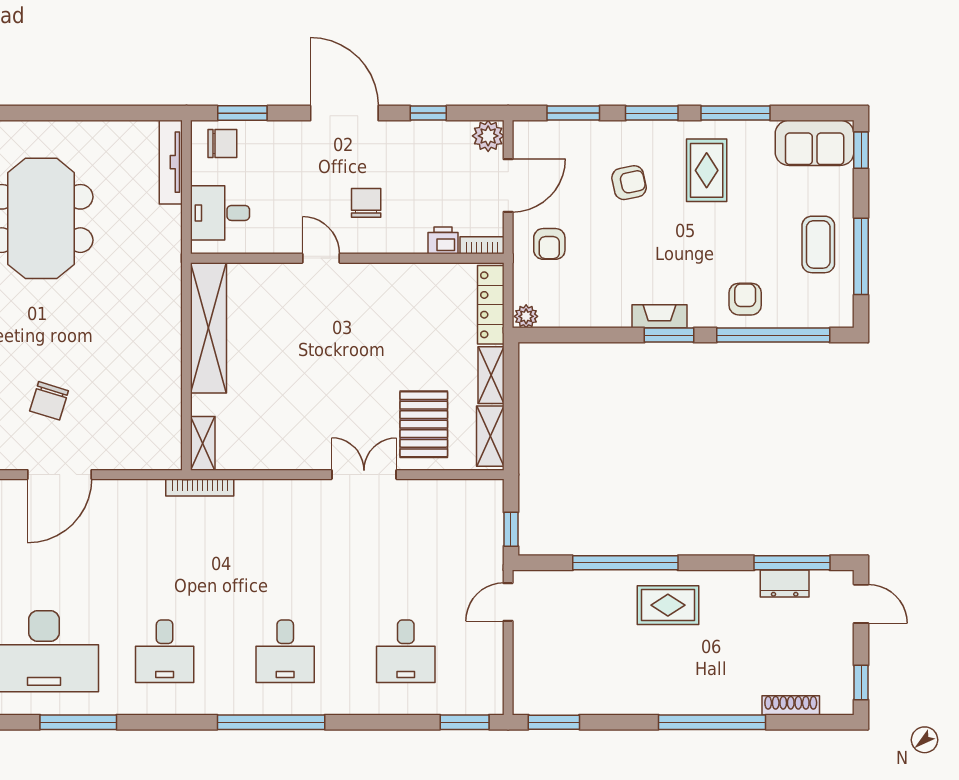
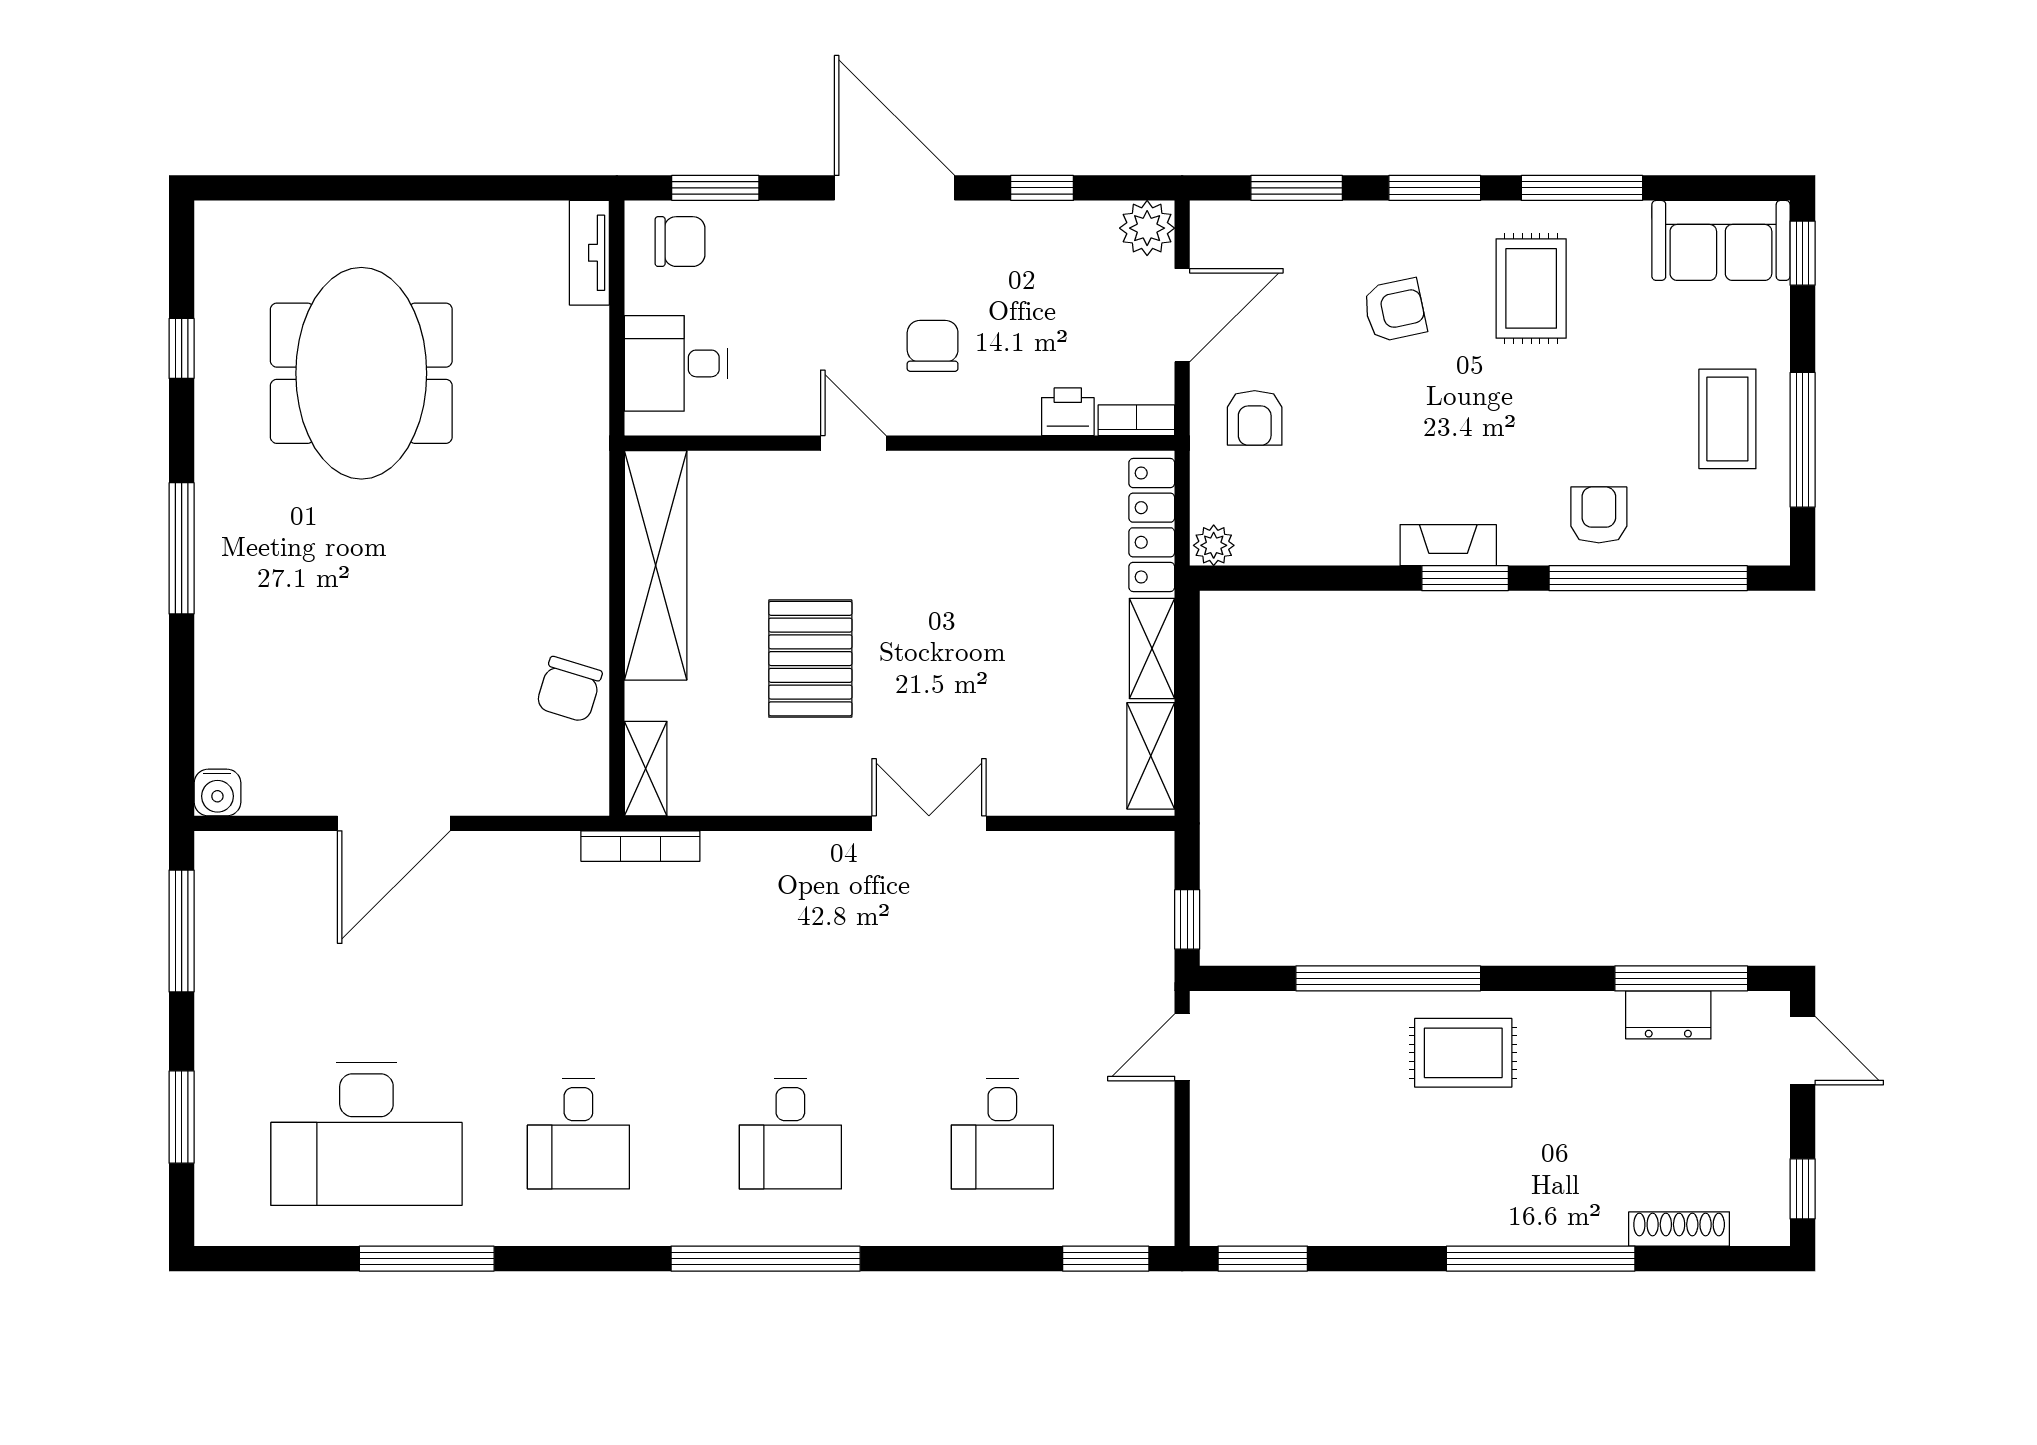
tv unit: (171, 162) -> (589, 253), width x0.71
chair: (49, 401) -> (569, 689), moved
pallet: (424, 424) -> (810, 659), moved

